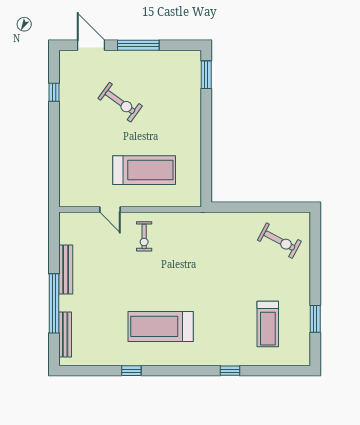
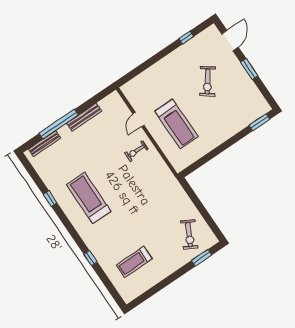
window: (138, 45) -> (249, 69), width x0.69
window: (315, 319) -> (202, 258), moved

